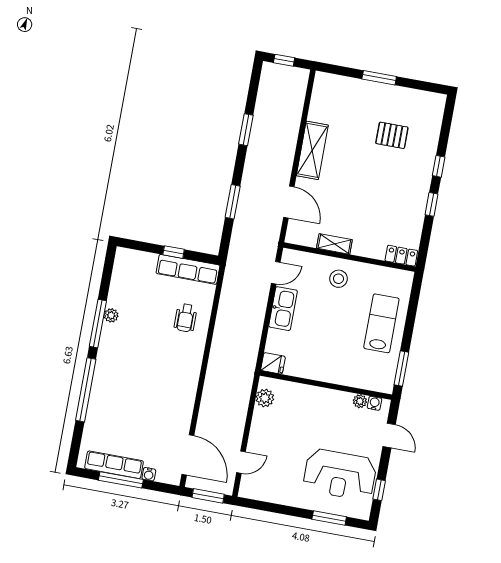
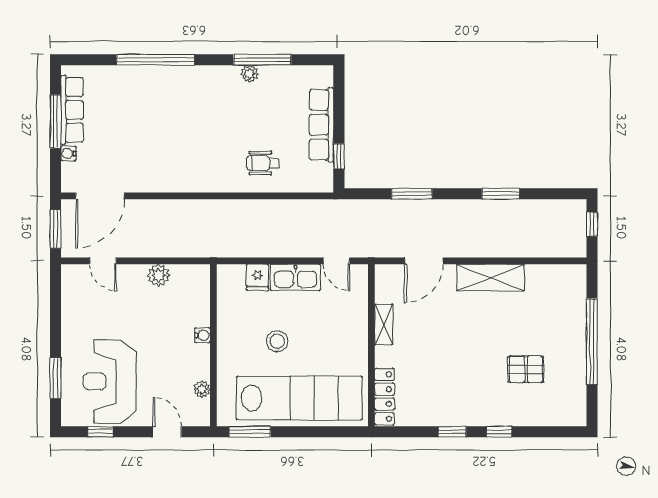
window: (379, 78) -> (592, 341), width x2.11
pallet: (392, 135) -> (526, 369), turned 90
window: (174, 252) -> (339, 156), moved
locker: (401, 256) -> (384, 397), width x1.53
row of seats: (188, 269) -> (321, 125), moved
stool: (339, 279) -> (277, 341), moved
lab bench: (381, 323) -> (299, 398), width x1.86, depth x1.39
window: (98, 324) -> (262, 60), moved
fridge: (273, 363) -> (257, 277), moved
plant: (265, 398) -> (158, 275), moved
water cooler: (374, 403) -> (202, 335), moved
door: (389, 435) -> (167, 432), swing flipped

